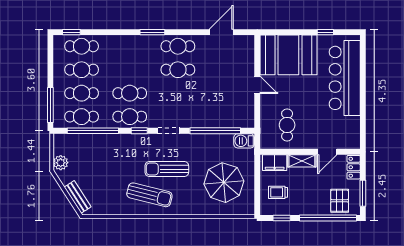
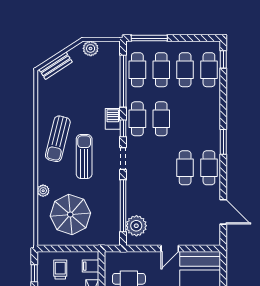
plant: (235, 118) -> (136, 226), added
barbecue: (244, 141) -> (113, 119), moved
filing cabinet: (275, 163) -> (91, 266), width x0.50
plant: (200, 209) -> (43, 191), added

